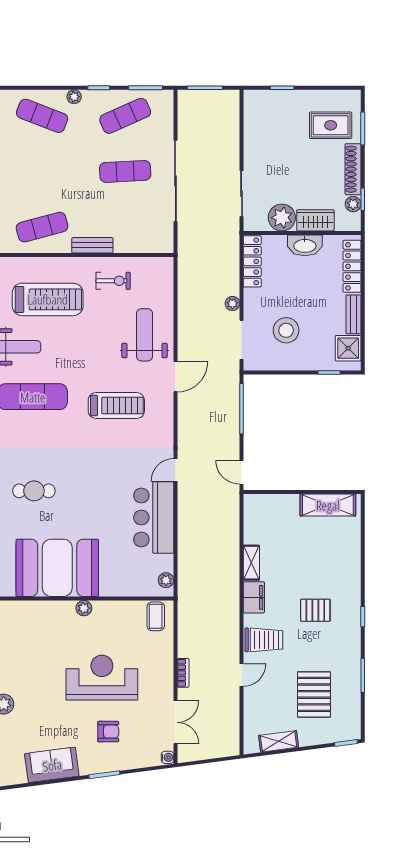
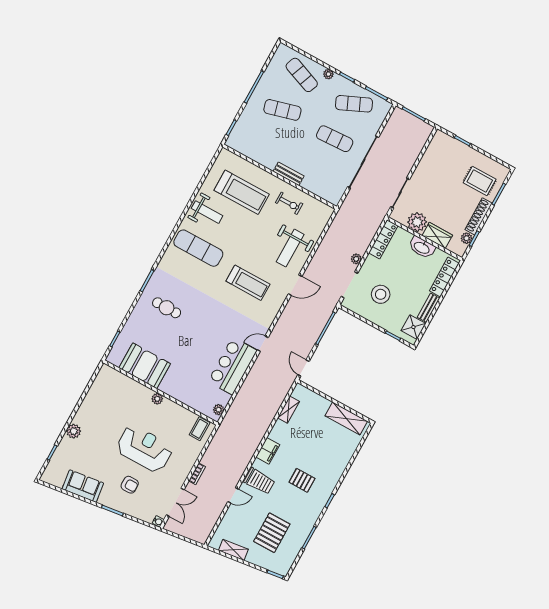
exercise mat: (42, 227) -> (282, 110), moved
weight bench: (145, 335) -> (290, 248), turned 180
shelving: (251, 563) -> (288, 410), moved
booth: (57, 568) -> (145, 366), width x0.73, depth x0.70

